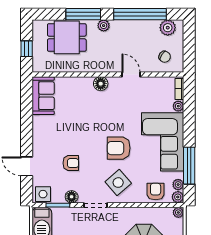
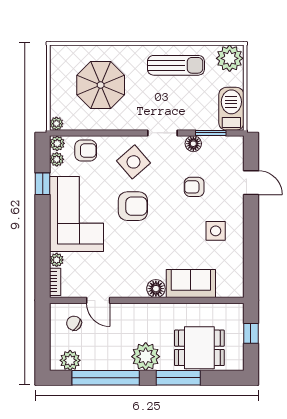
plant: (104, 26) -> (146, 357), width x1.88, depth x1.88
door: (131, 75) -> (98, 300), moved
sofa: (43, 96) -> (191, 284), moved, turned 90
window: (189, 166) -> (43, 184), width x0.46
armchair: (156, 191) -> (86, 151), turned -90
side table: (43, 194) -> (216, 231), moved

